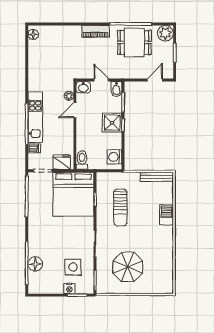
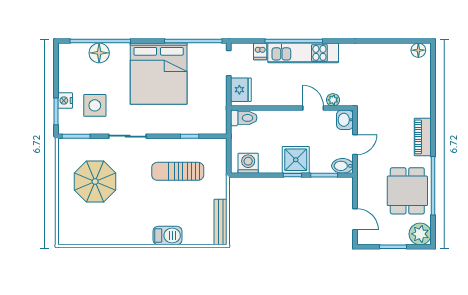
bed: (73, 194) -> (159, 74), moved, turned -90

